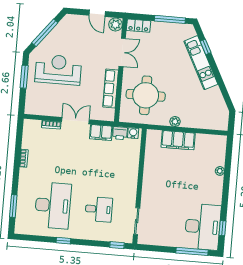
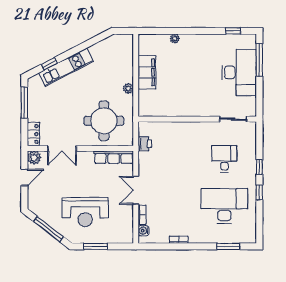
double door: (122, 52) -> (62, 148), swing flipped
reception desk: (58, 70) -> (85, 212), turned -90
row of seats: (111, 88) -> (114, 157), moved
filing cabinet: (101, 133) -> (146, 163), removed
water cooler: (133, 133) -> (144, 231), moved
filing cabinet: (178, 140) -> (147, 72), moved
desk: (203, 227) -> (239, 72), moved, turned 90
window: (117, 245) -> (259, 167), moved

